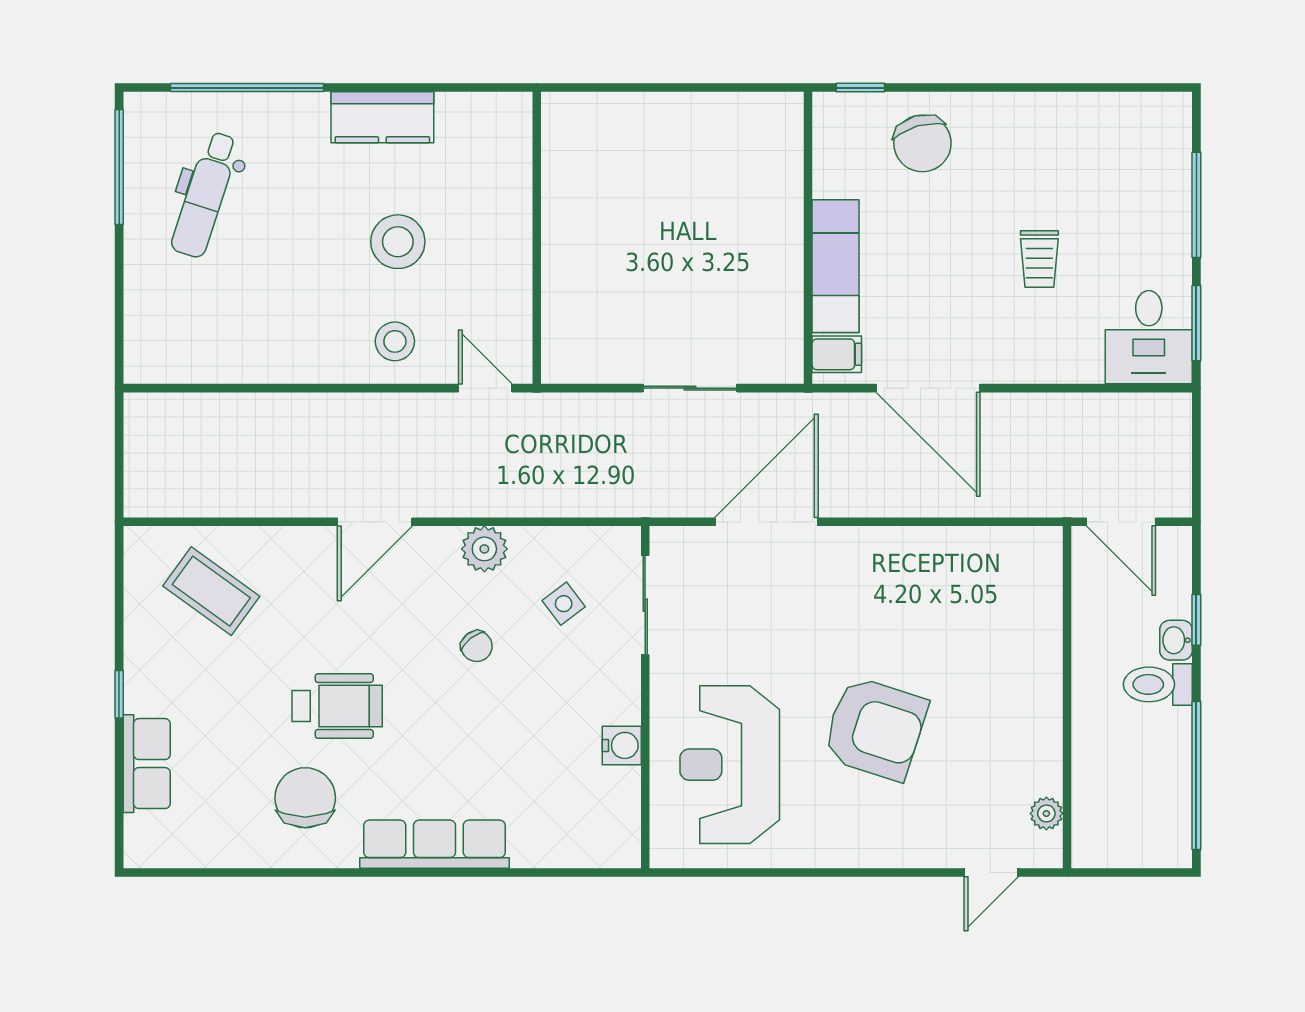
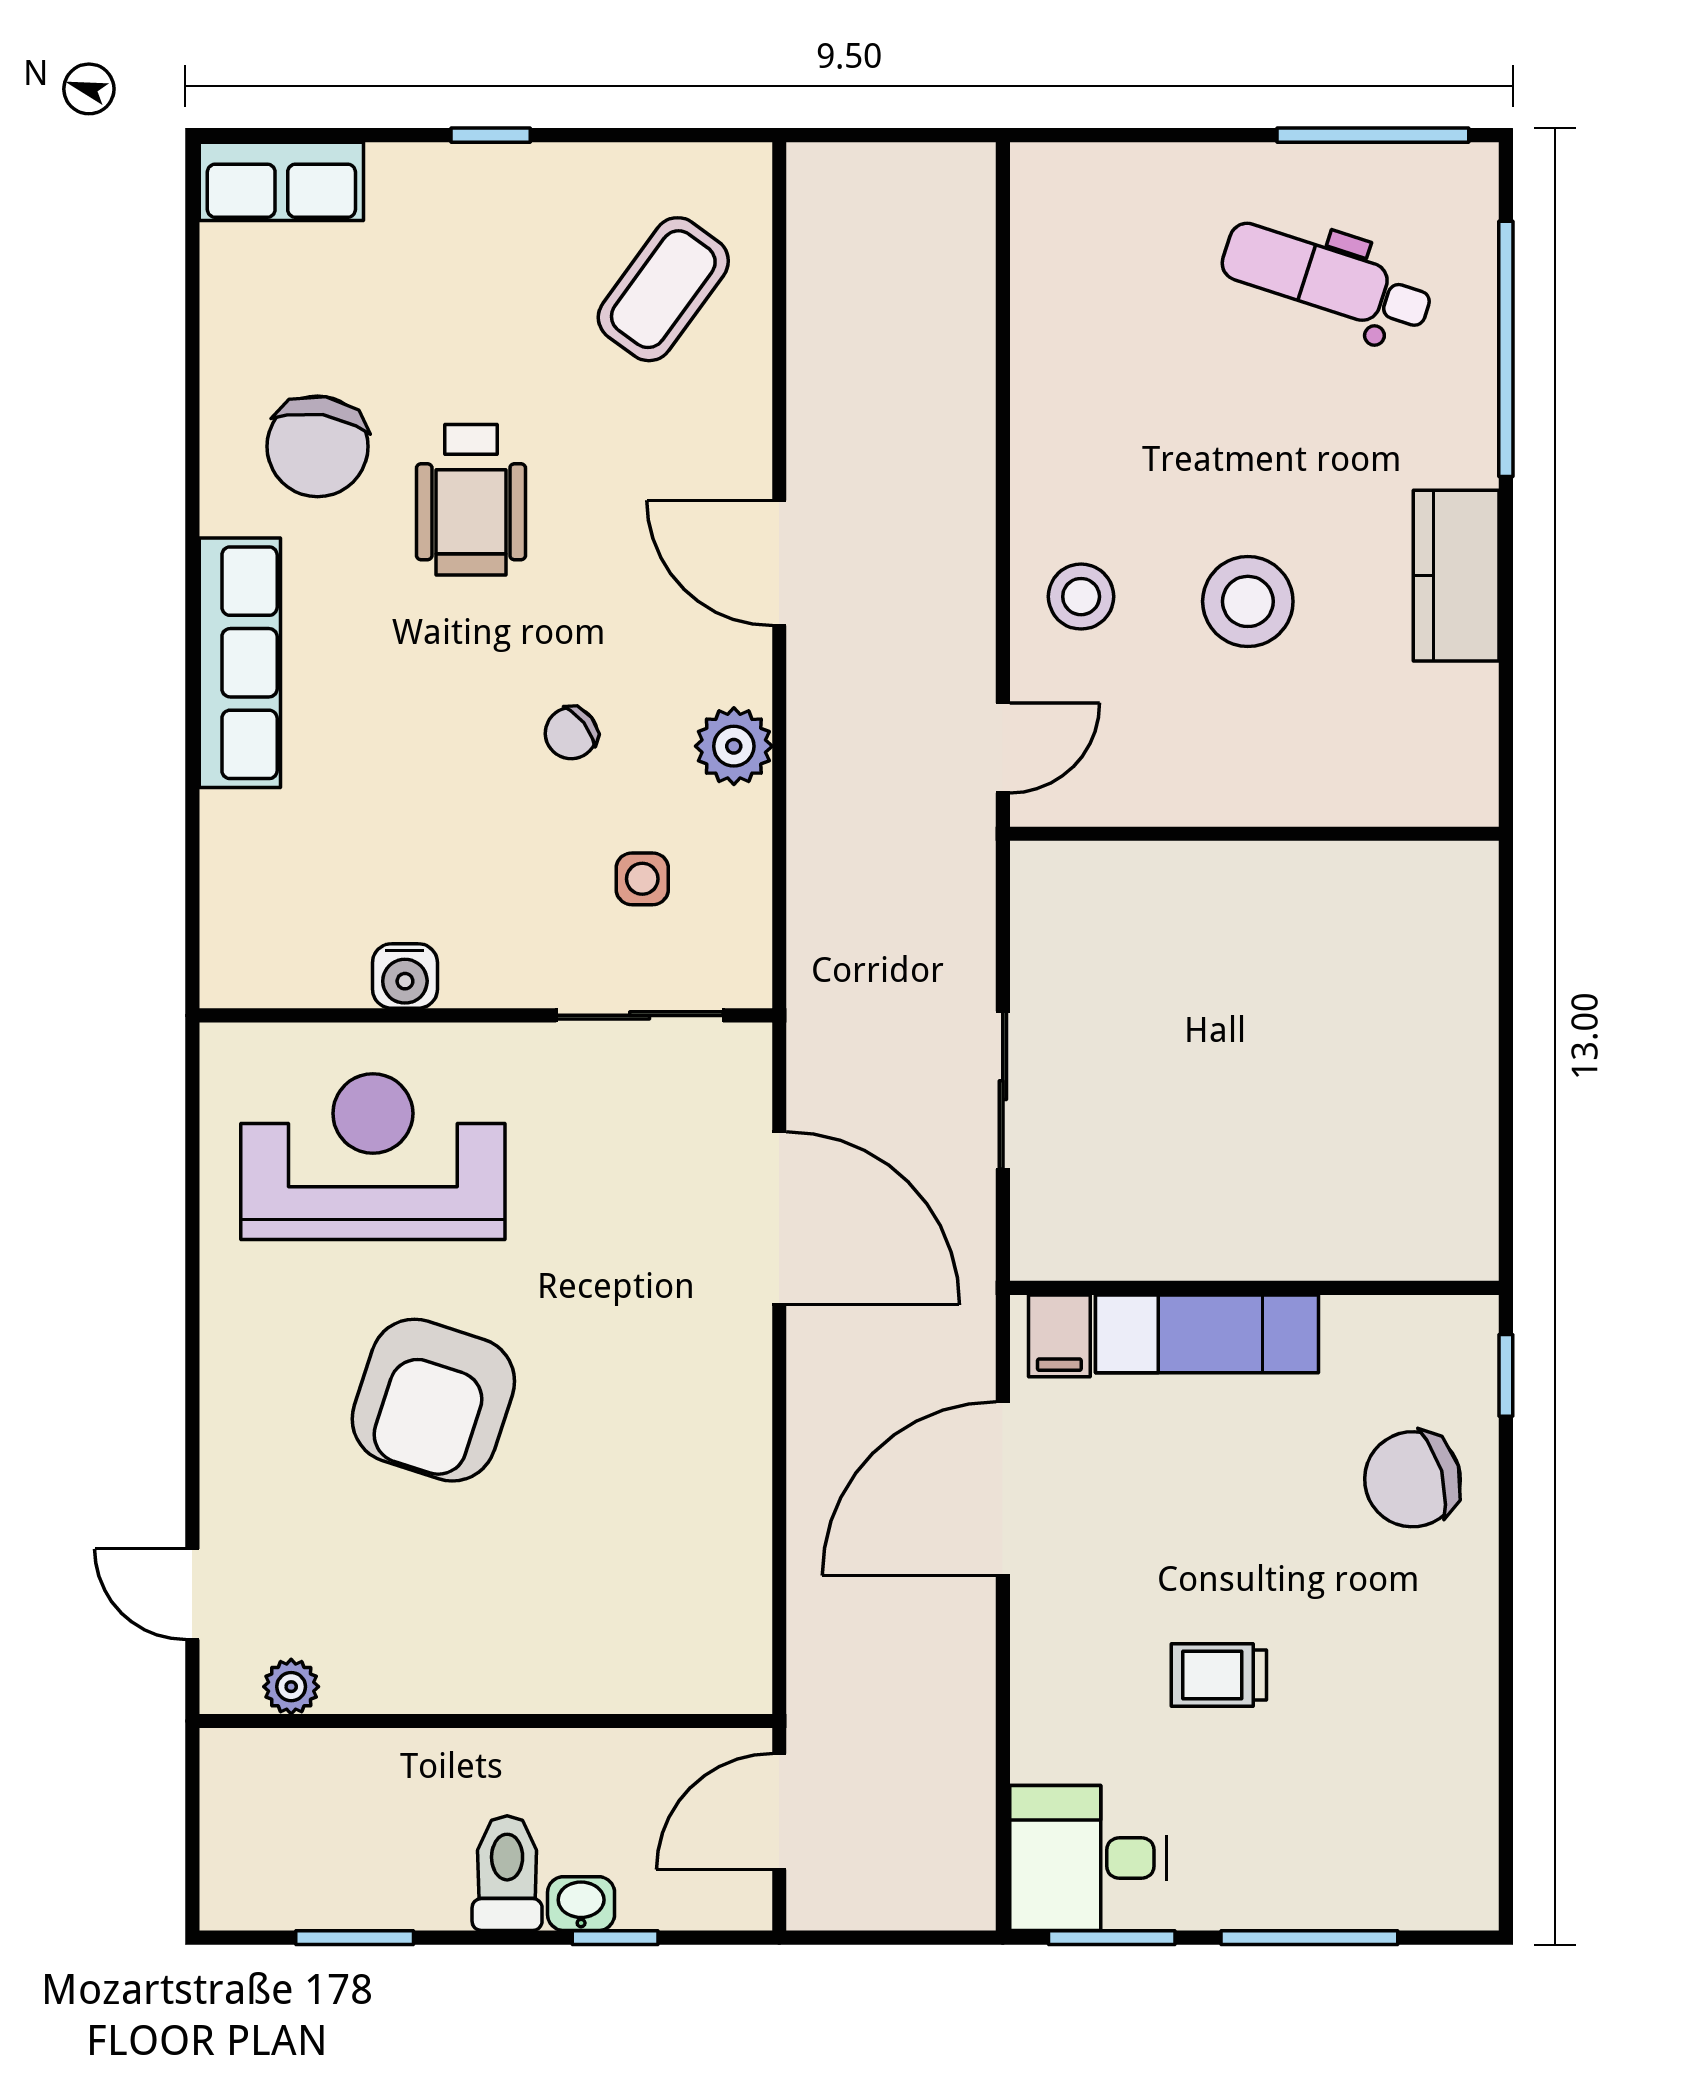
side table: (564, 604) -> (642, 879), turned 37
row of seats: (147, 764) -> (281, 181), moved
window: (1196, 776) -> (355, 1938), width x0.47
chair: (305, 798) -> (317, 446), turned 99

